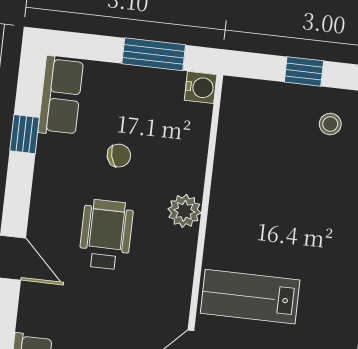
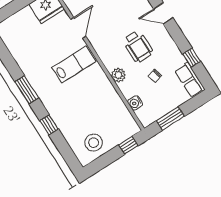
window: (304, 71) -> (128, 145), moved
water cooler: (201, 87) -> (135, 103), moved
stool: (330, 124) -> (94, 143), width x1.89, depth x1.89

